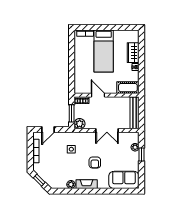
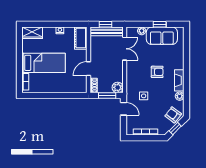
wardrobe: (133, 53) -> (32, 33), moved
window: (142, 112) -> (105, 24), added
door: (48, 129) -> (124, 109), moved
double door: (107, 131) -> (125, 49), moved
window: (142, 154) -> (160, 24), moved
armchair: (53, 178) -> (173, 115), added
sofa: (124, 180) -> (162, 36), moved, turned -90

